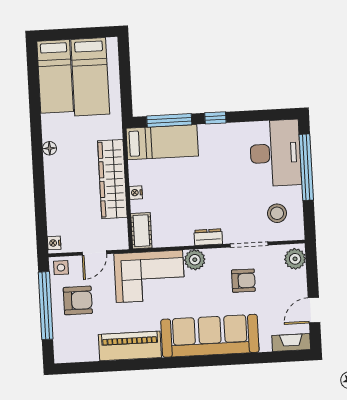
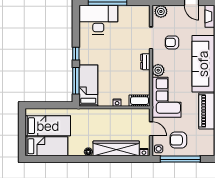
wardrobe: (112, 179) -> (116, 148), moved, turned 180
stool: (277, 213) -> (134, 21), removed
armchair: (243, 281) -> (172, 42), turned -90
armchair: (78, 300) -> (178, 140), turned -90

